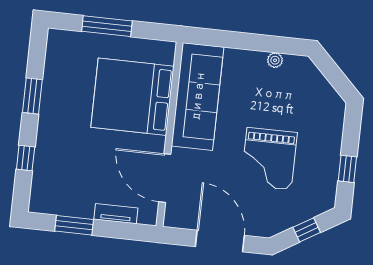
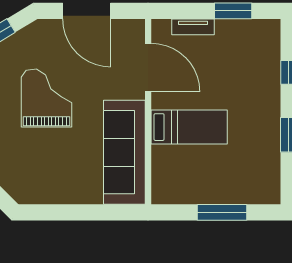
plant: (275, 60) -> (51, 197), removed
bed: (132, 97) -> (189, 127), width x0.49

